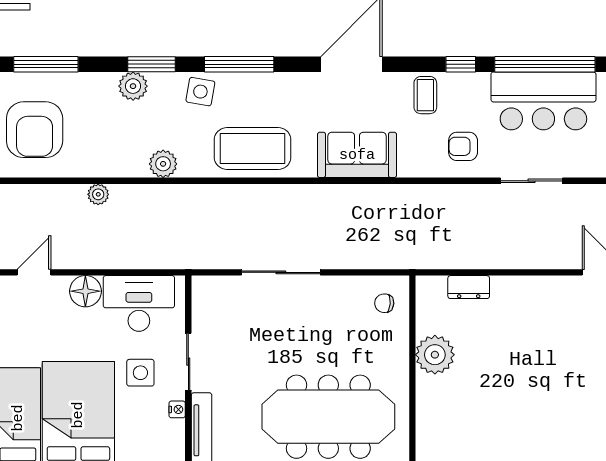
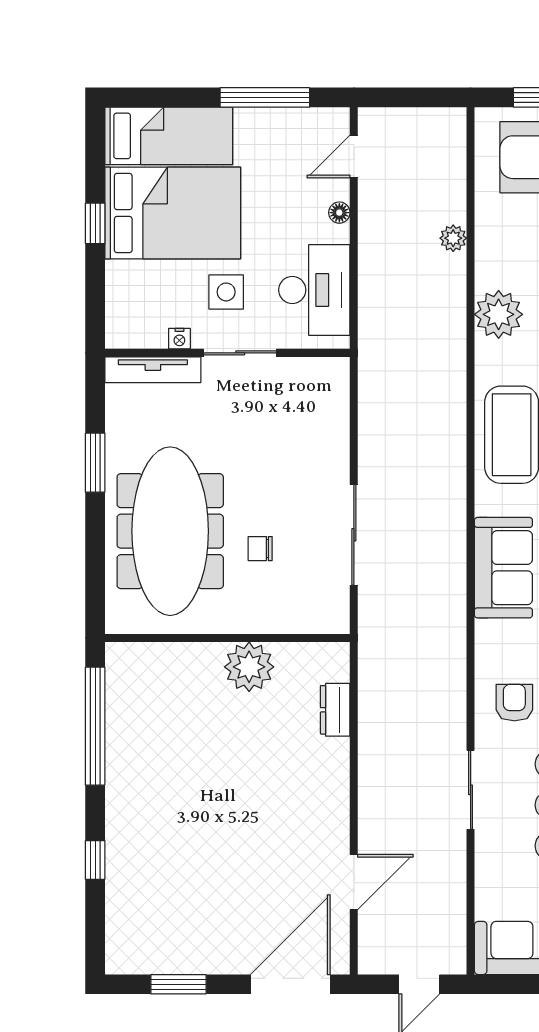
plant: (163, 164) -> (499, 314), width x1.36, depth x1.36
door: (34, 272) -> (354, 156), swing flipped
sliding door: (281, 272) -> (354, 535), moved
floor lamp: (85, 291) -> (339, 213), width x0.53, depth x0.53
chair: (384, 303) -> (260, 549), moved, turned -94

